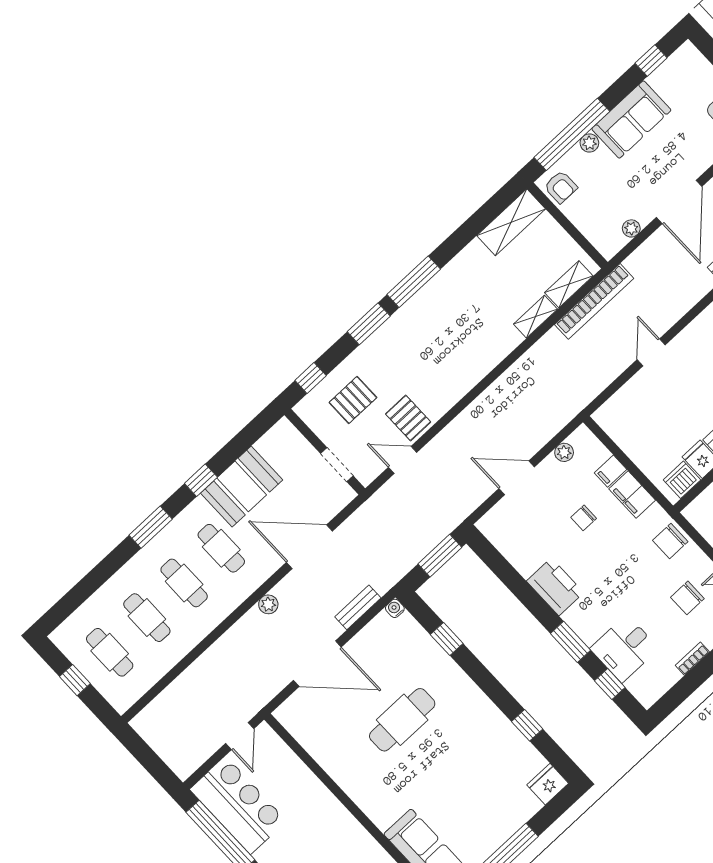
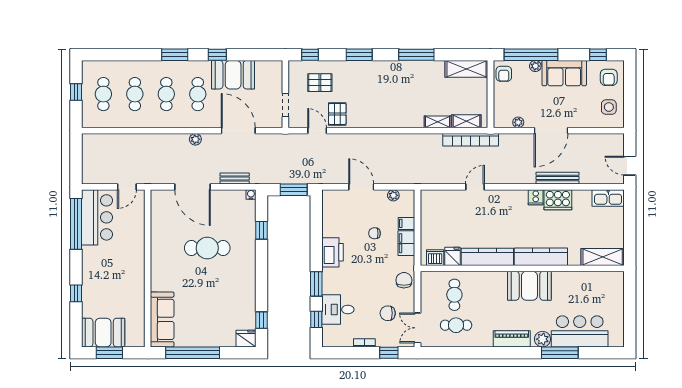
armchair: (689, 75) -> (609, 77), added
window: (414, 282) -> (416, 55), moved
chair: (670, 541) -> (404, 280), turned 90
window: (527, 725) -> (261, 320), moved

